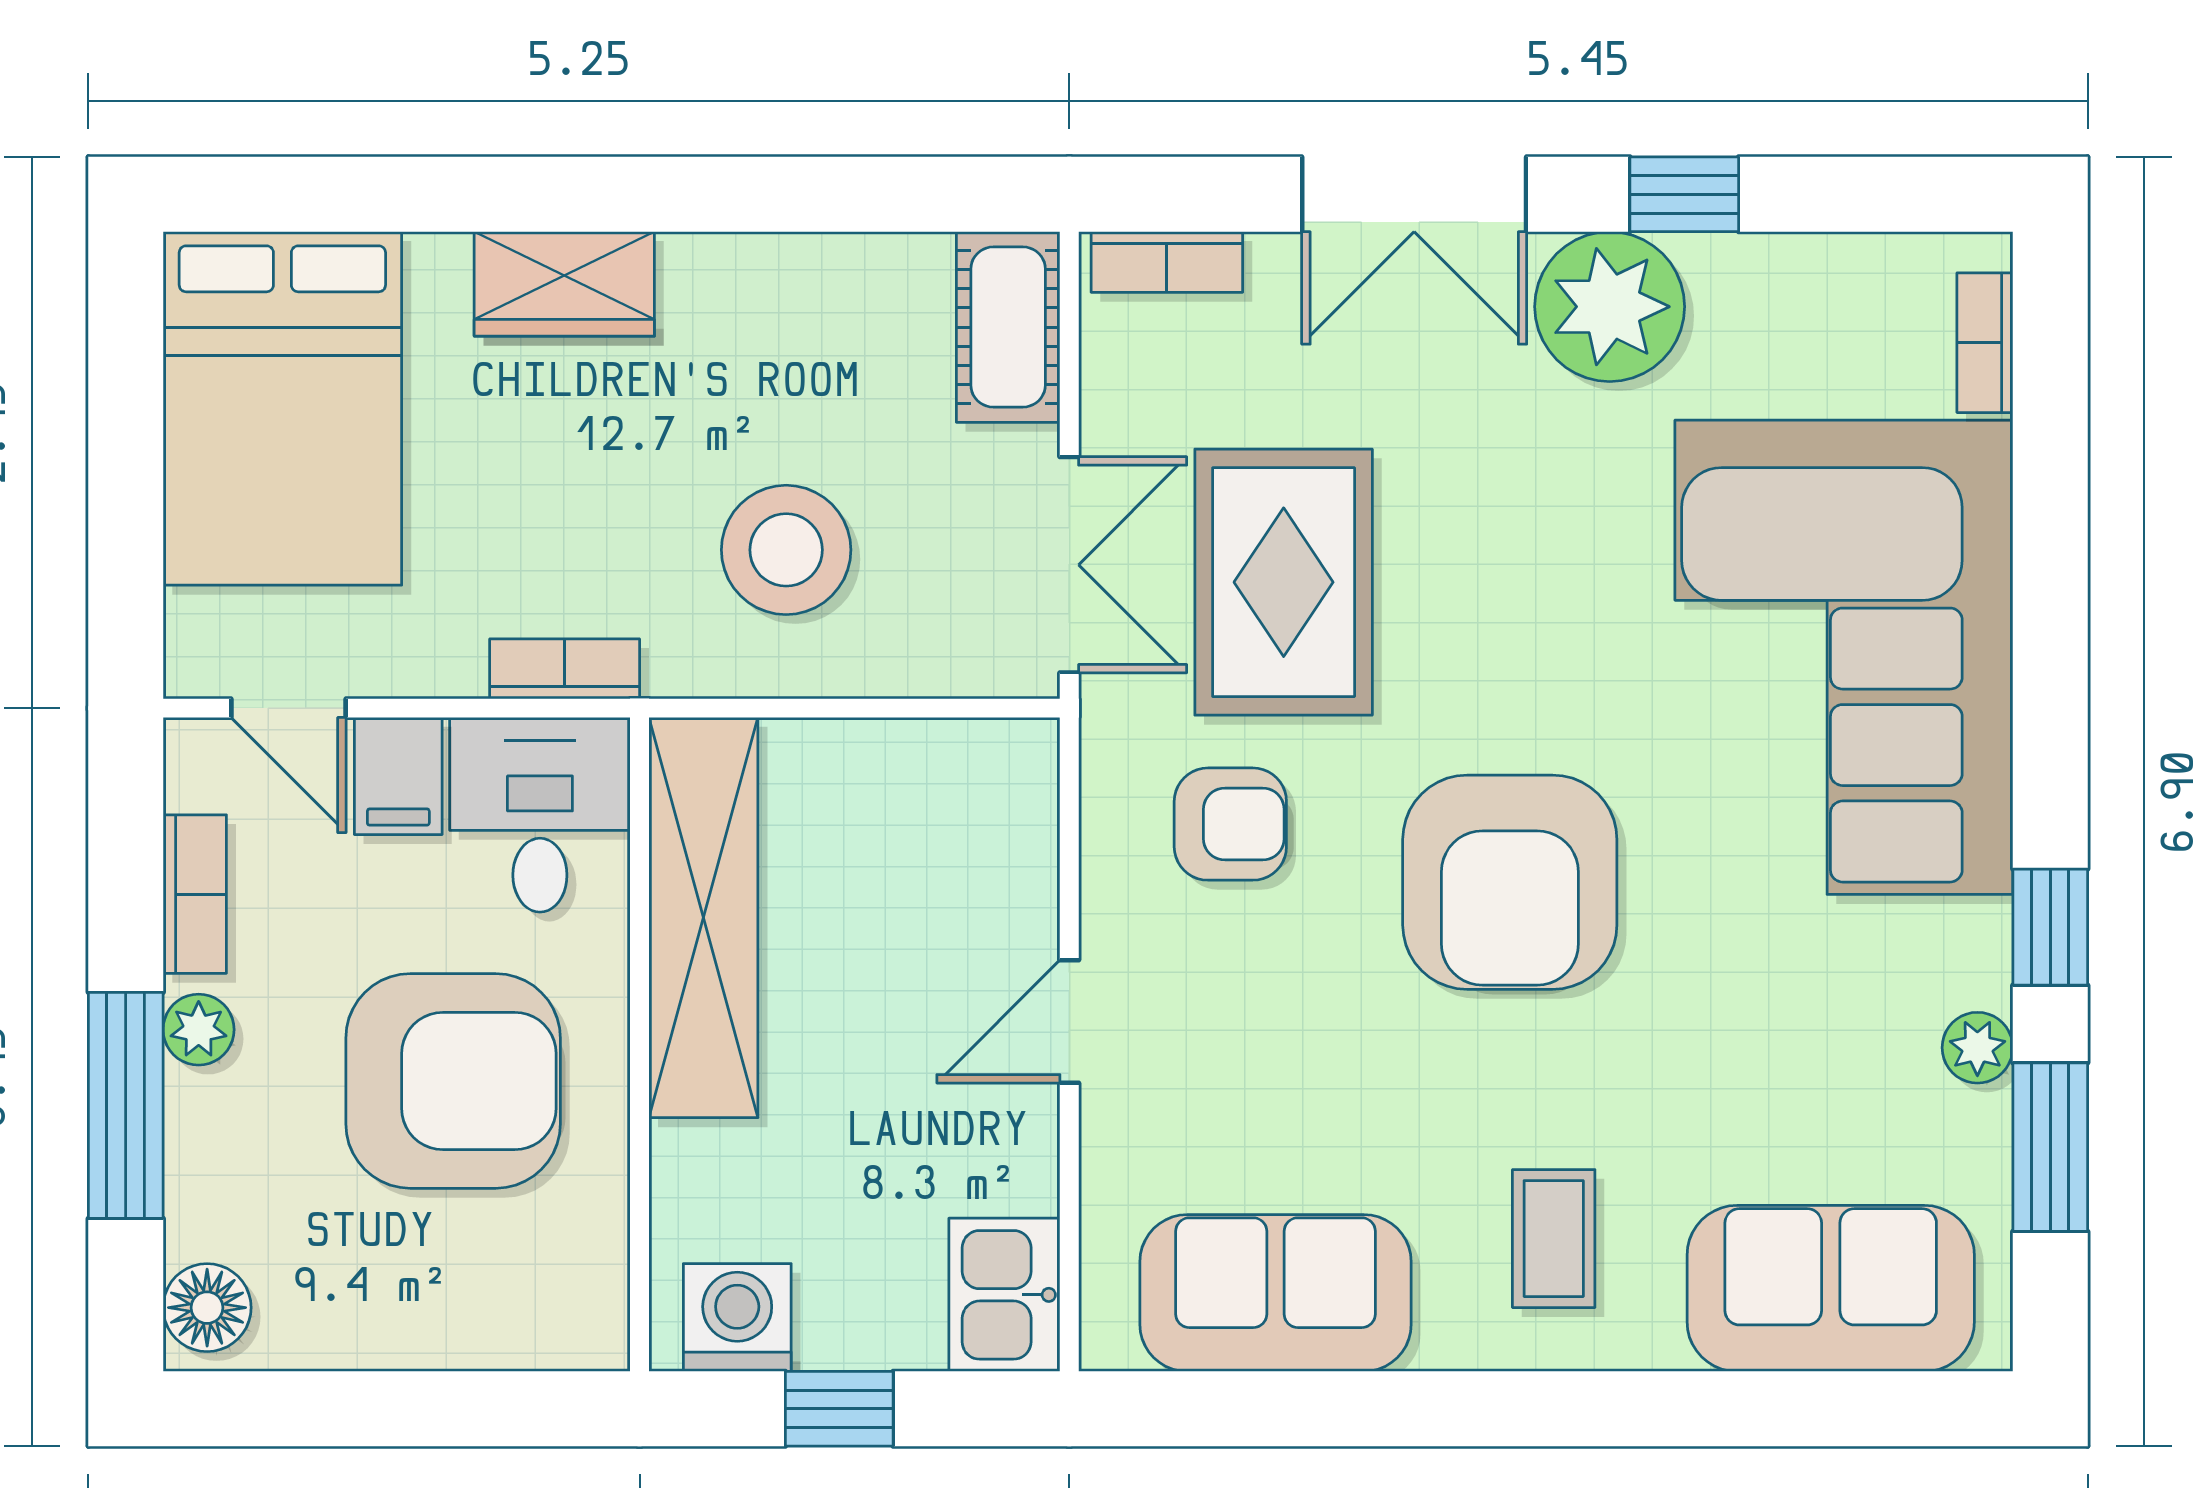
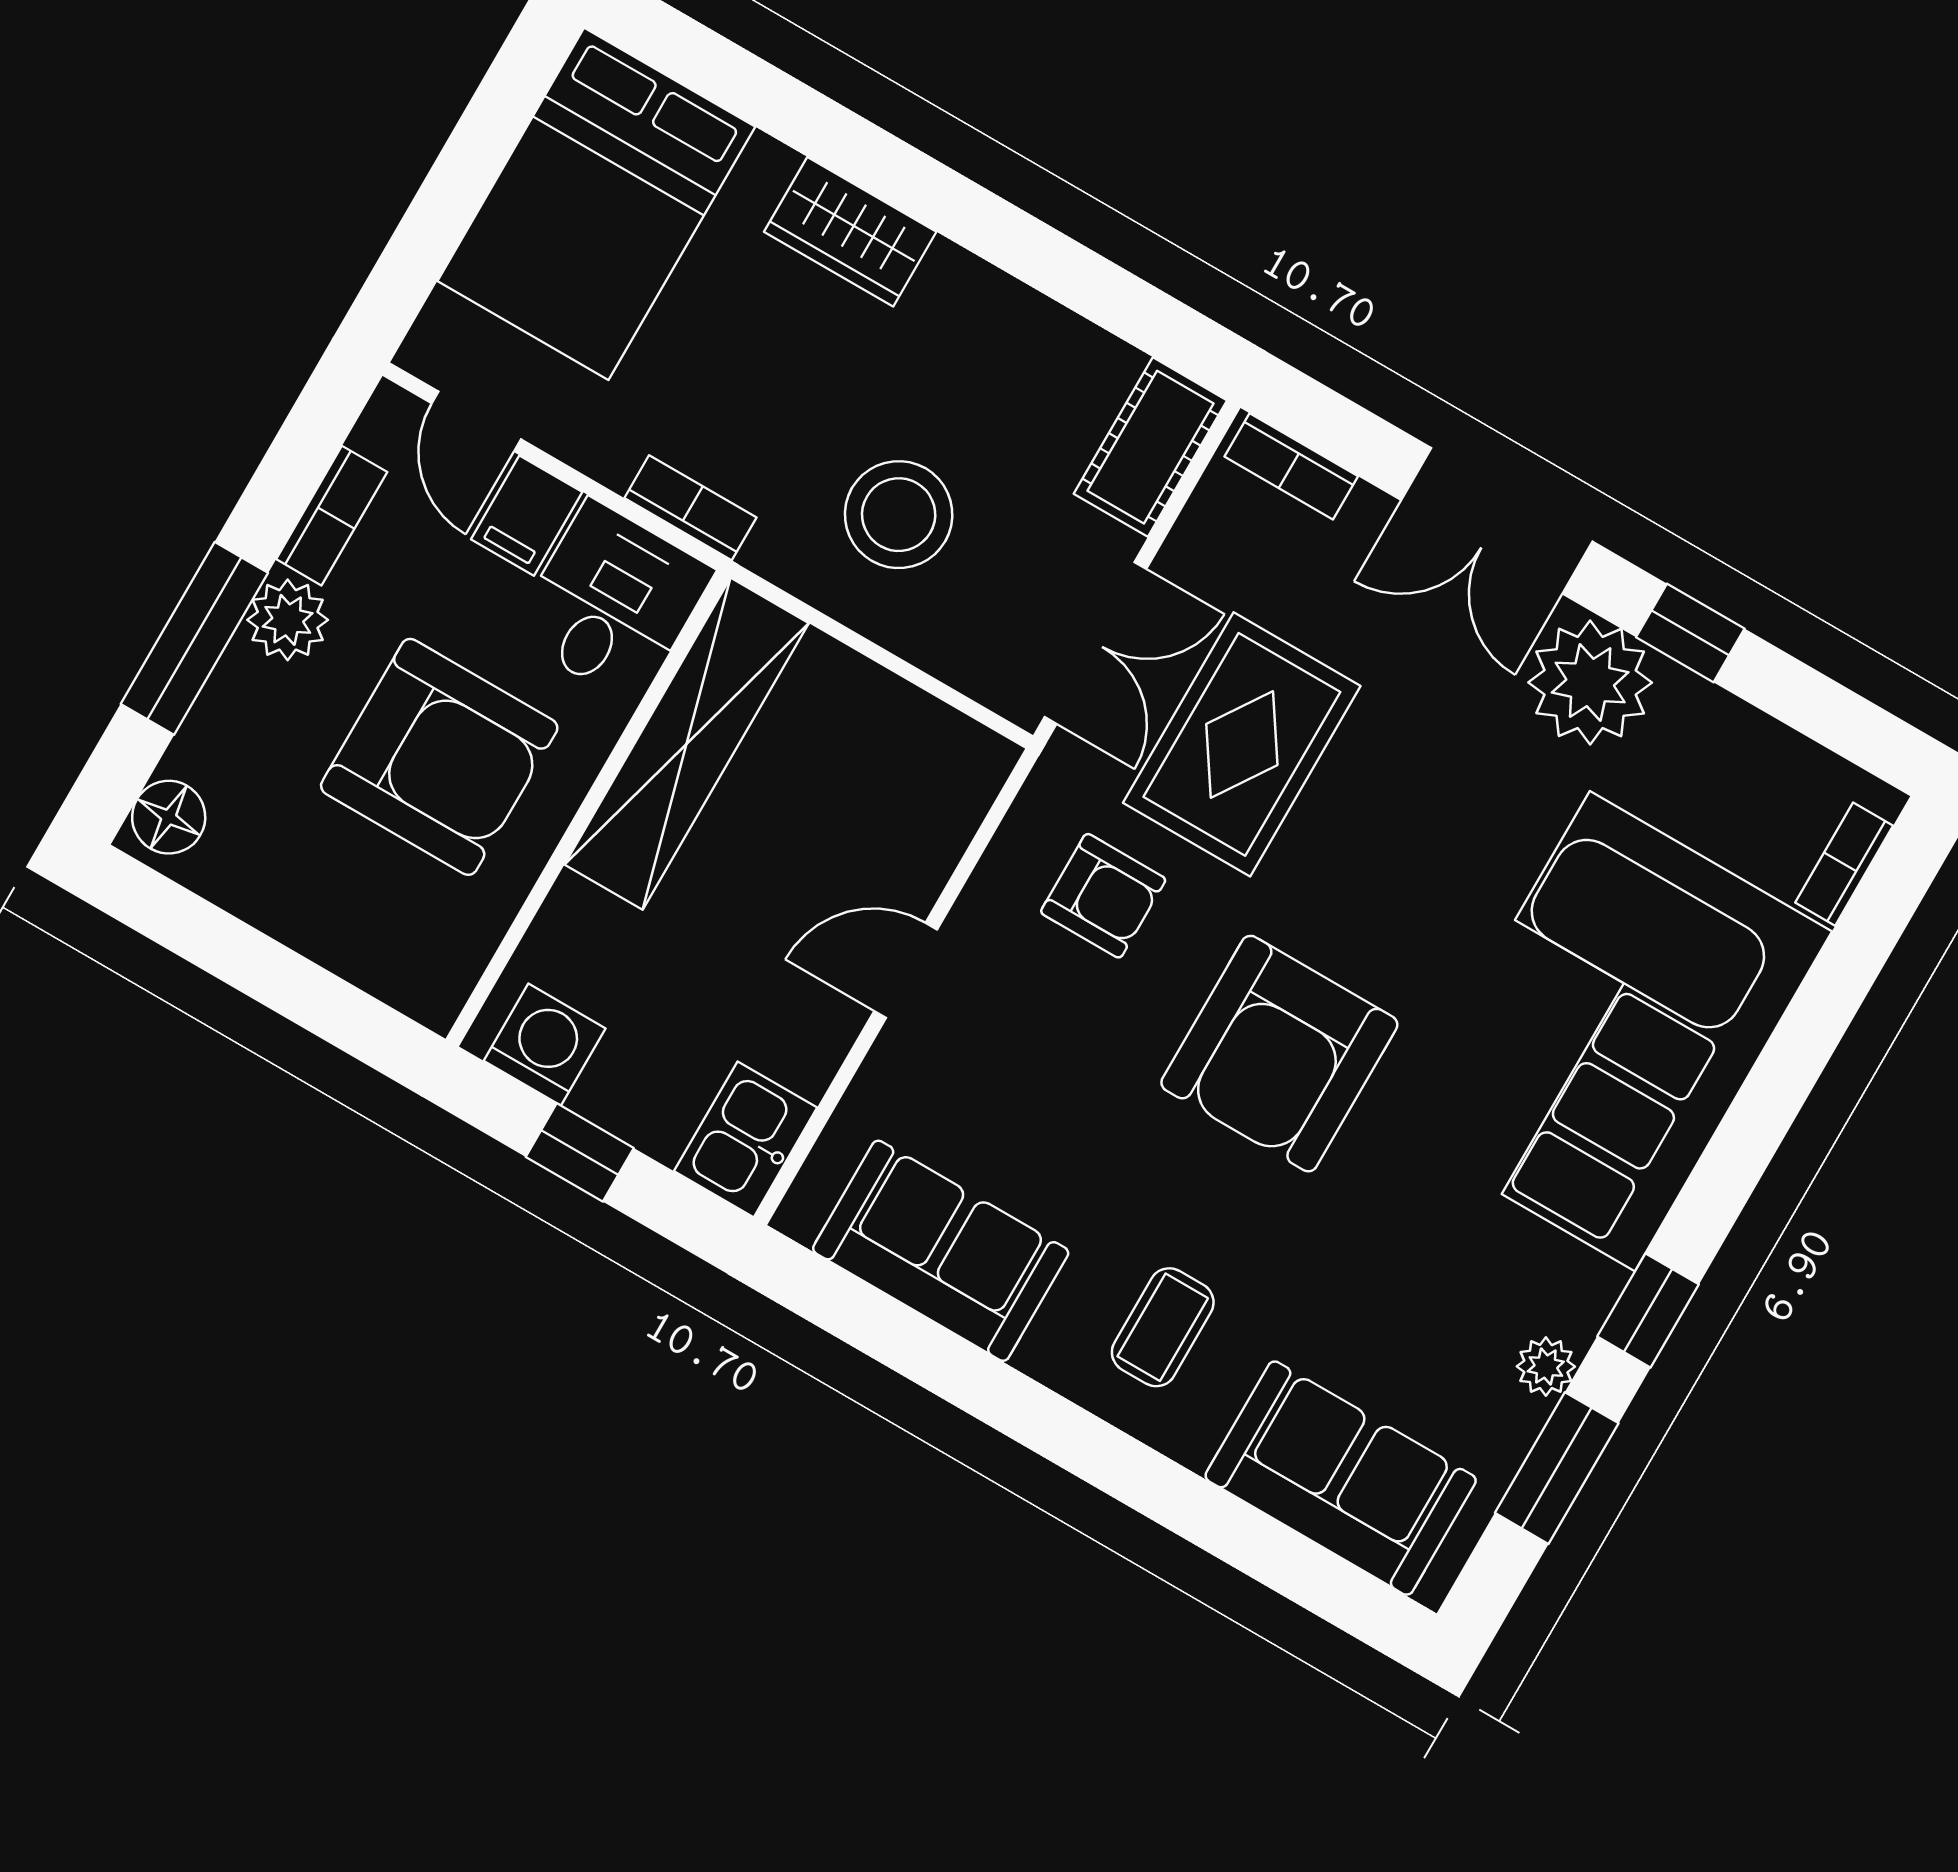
plant: (199, 1030) -> (288, 620), width x1.38, depth x1.38

